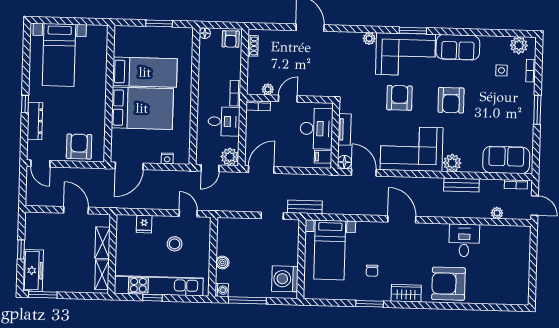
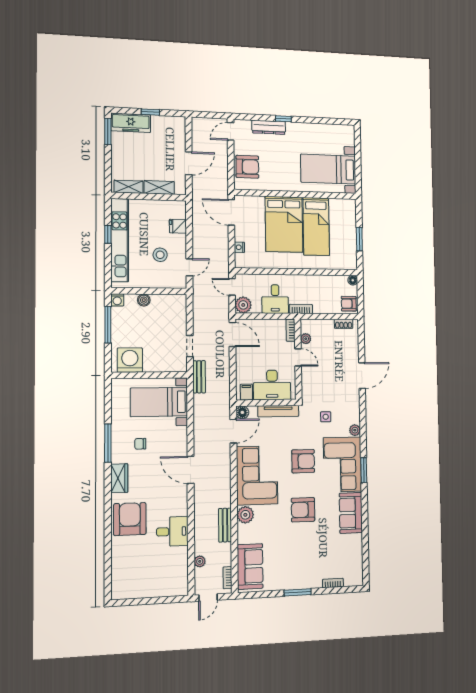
plant: (519, 45) -> (355, 570), removed
bed with nightstands: (59, 55) -> (328, 169), moved
side table: (501, 70) -> (326, 417), moved
tv unit: (345, 129) -> (278, 411), width x1.41
door: (402, 219) -> (191, 470), swing flipped
window: (370, 304) -> (108, 443), width x1.44

